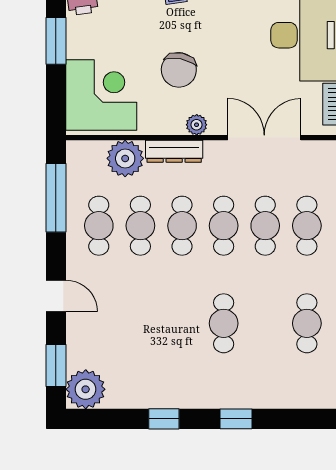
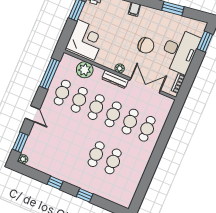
chair: (179, 70) -> (146, 45), moved, turned -101
dresser: (174, 151) -> (115, 79), moved
cafe table: (307, 323) -> (113, 161), moved
plant: (86, 389) -> (23, 159), width x0.53, depth x0.53

